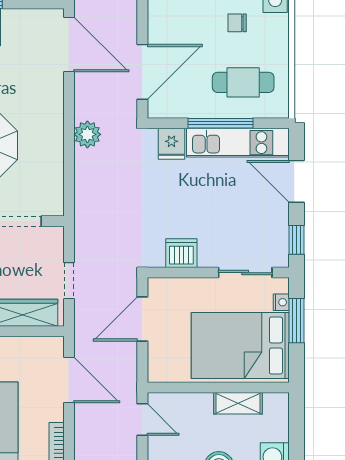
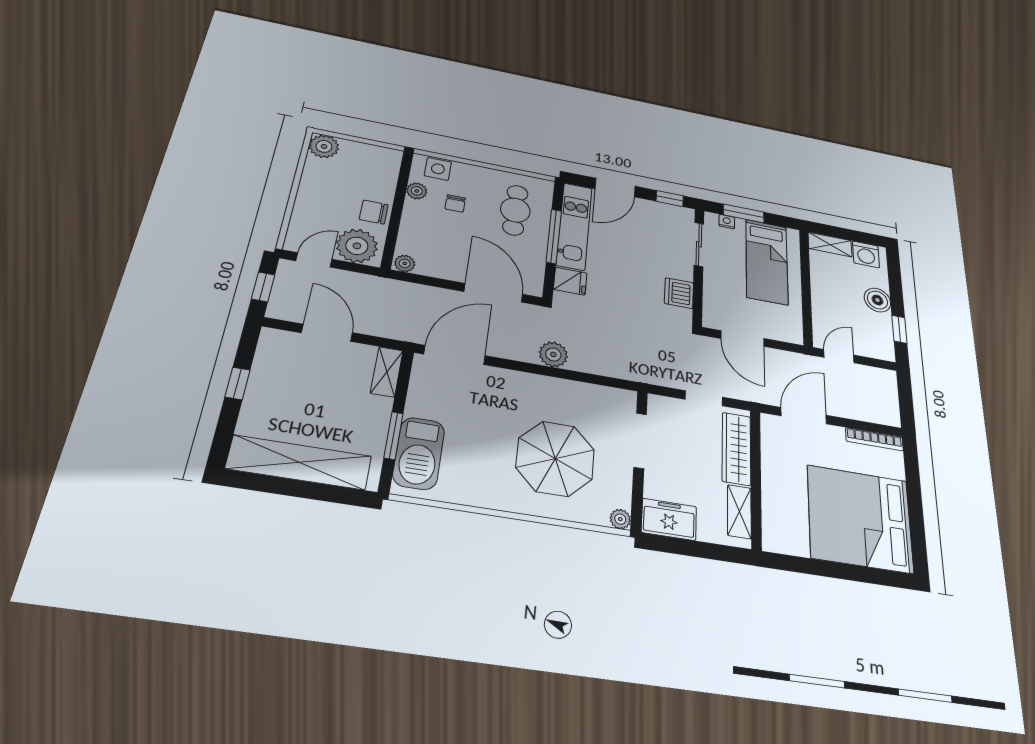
bed: (240, 346) -> (767, 262), width x0.67
shelving: (238, 403) -> (830, 245), moved, turned 90

